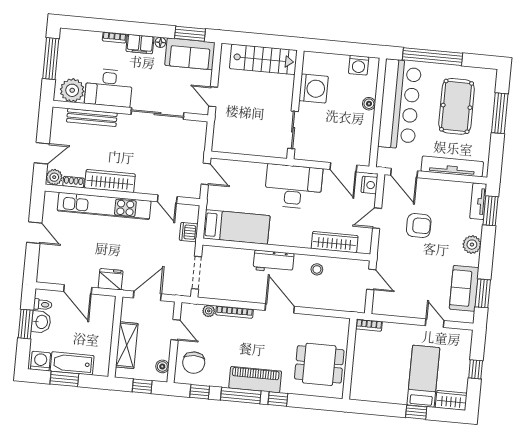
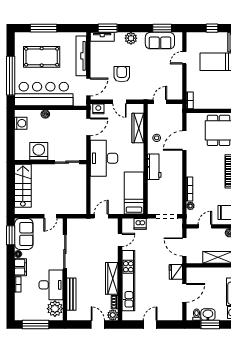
door: (280, 308) -> (184, 141), moved

